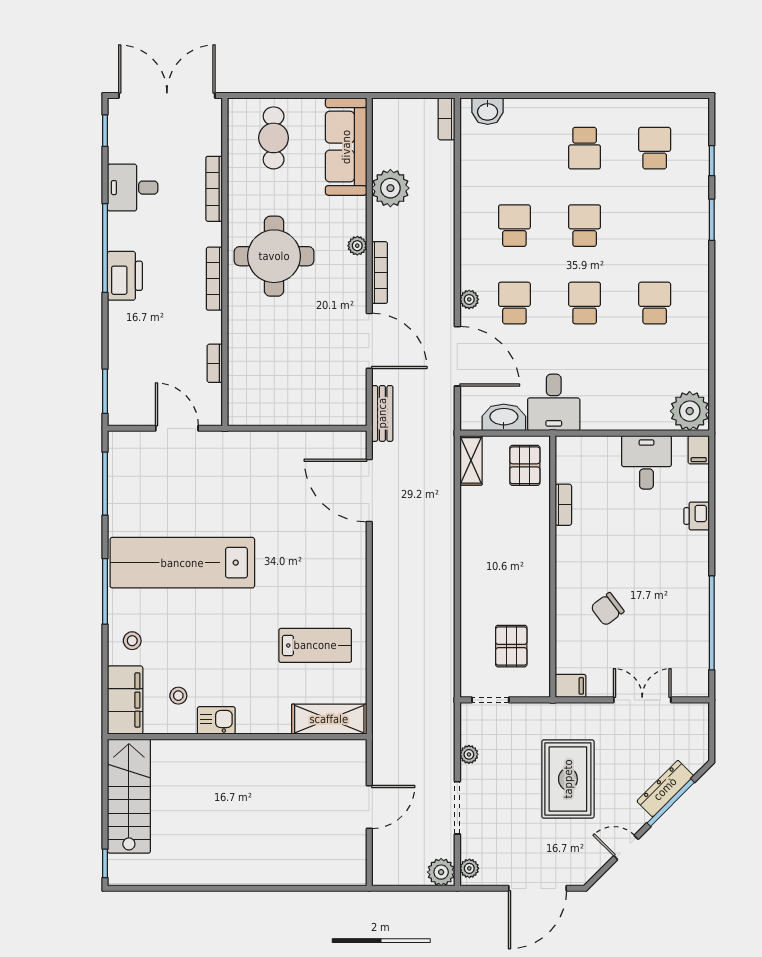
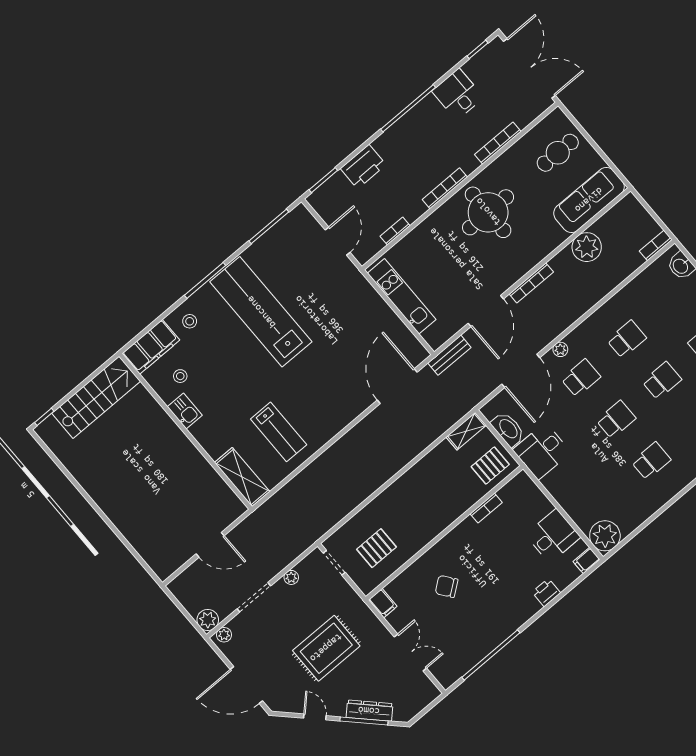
plant: (357, 246) -> (536, 256), removed
printer: (125, 276) -> (363, 167), moved
kitchen unit: (285, 411) -> (402, 296), added

